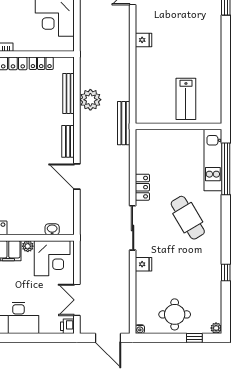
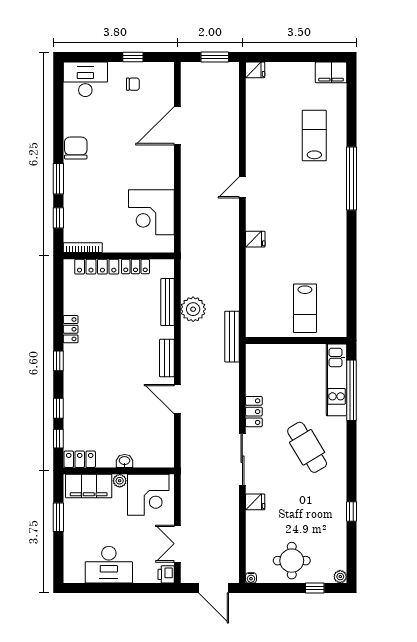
washbasin: (52, 229) -> (125, 461), moved

